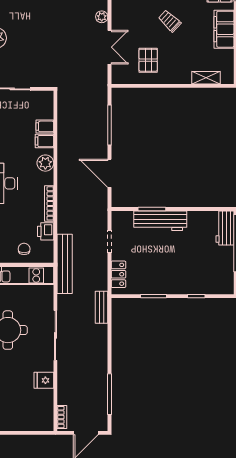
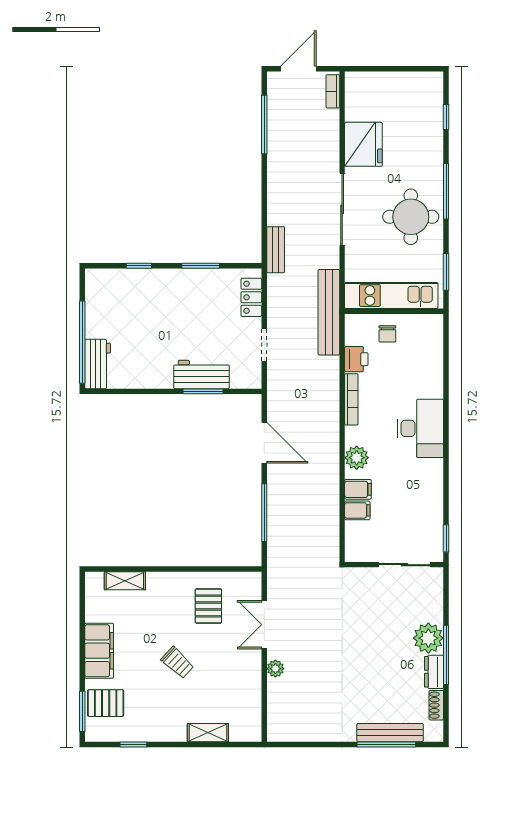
workbench: (160, 221) -> (202, 374), width x0.73
fridge: (44, 380) -> (363, 144), width x1.88, depth x1.34

